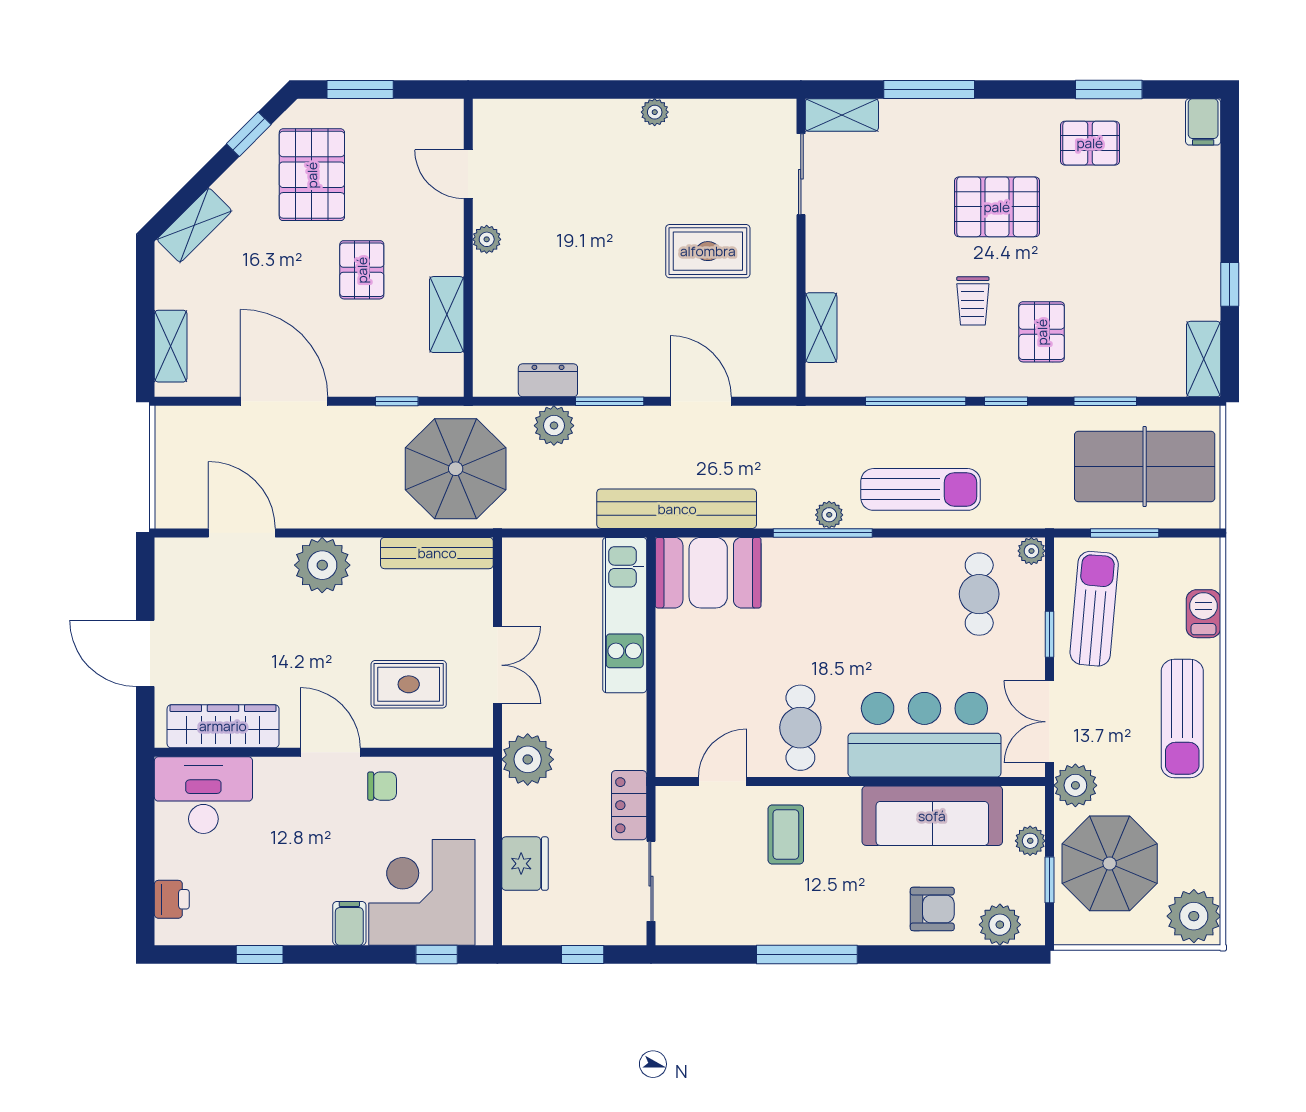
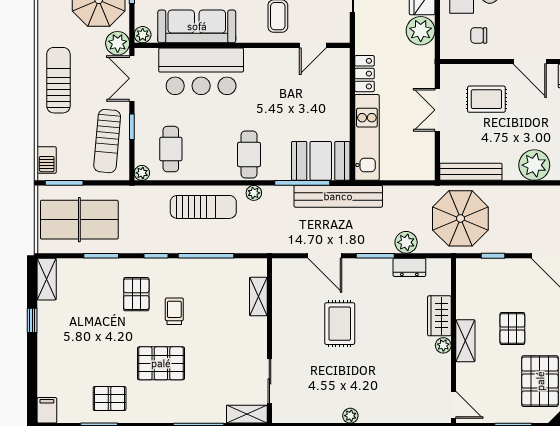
door: (468, 174) -> (454, 405), moved
rug: (708, 251) -> (340, 324), moved, turned 90
wardrobe: (494, 293) -> (439, 316), added
shelving: (447, 315) -> (465, 341), moved
sun lounger: (921, 489) -> (203, 207), turned 180
window: (823, 533) -> (302, 183), moved
window: (1125, 533) -> (64, 183), moved
barbecue: (1204, 614) -> (47, 160), moved
double door: (1050, 722) -> (132, 78), swing flipped
cafe table: (800, 728) -> (249, 154), moved
plant: (528, 759) -> (421, 31), moved
chair: (382, 786) -> (479, 35), moved
locker: (629, 805) -> (364, 74), moved
plant: (1030, 841) -> (143, 35), moved

